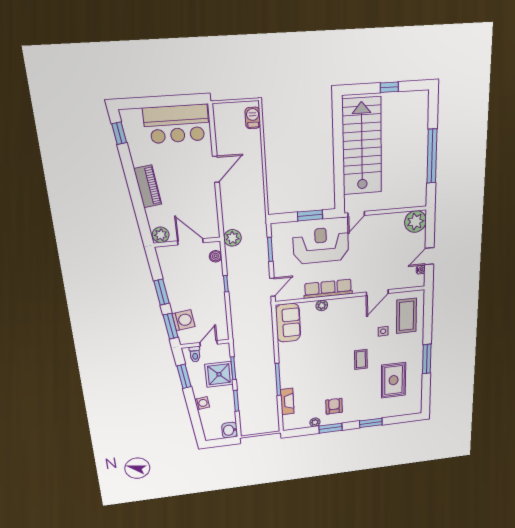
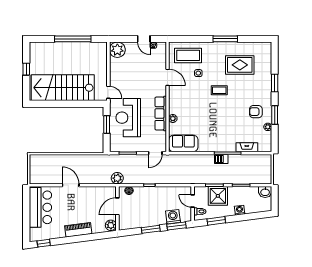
barbecue: (253, 118) -> (221, 159), moved
door: (272, 287) -> (155, 153), swing flipped

